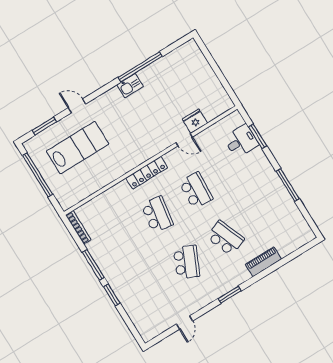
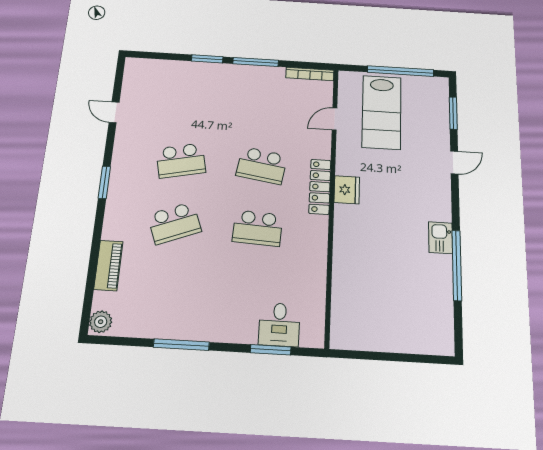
fridge: (195, 121) -> (347, 190), moved
door: (184, 140) -> (334, 119), moved
lab bench: (78, 148) -> (382, 112), moved
plant: (306, 236) -> (101, 322), added
school desk: (187, 262) -> (181, 161), turned -36
piano: (263, 262) -> (108, 265), moved

